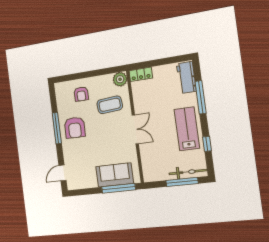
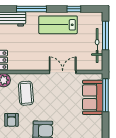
armchair: (81, 94) -> (11, 120), turned 90
double door: (135, 129) -> (63, 72), moved
bicycle: (188, 172) -> (97, 46), moved

